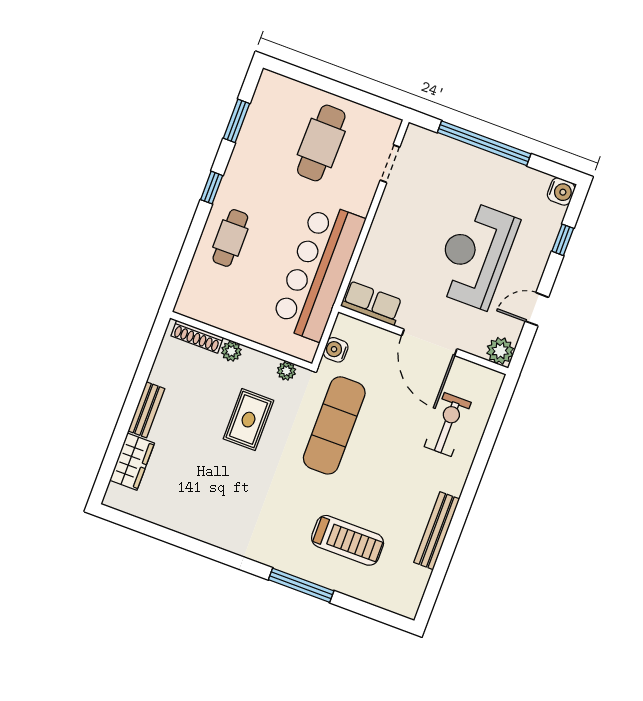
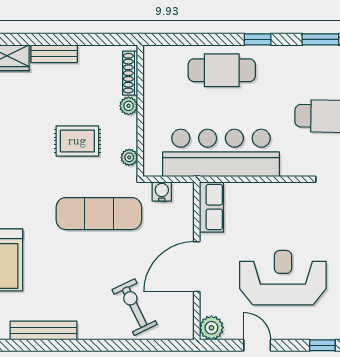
cafe table: (230, 238) -> (222, 70), width x1.37, depth x1.35
exercise bike: (448, 424) -> (135, 307), turned -116

